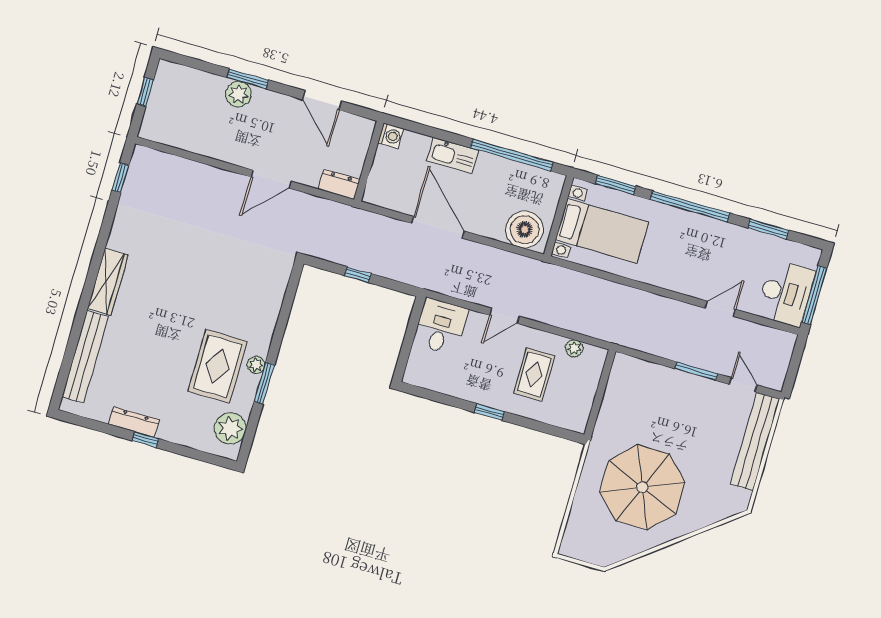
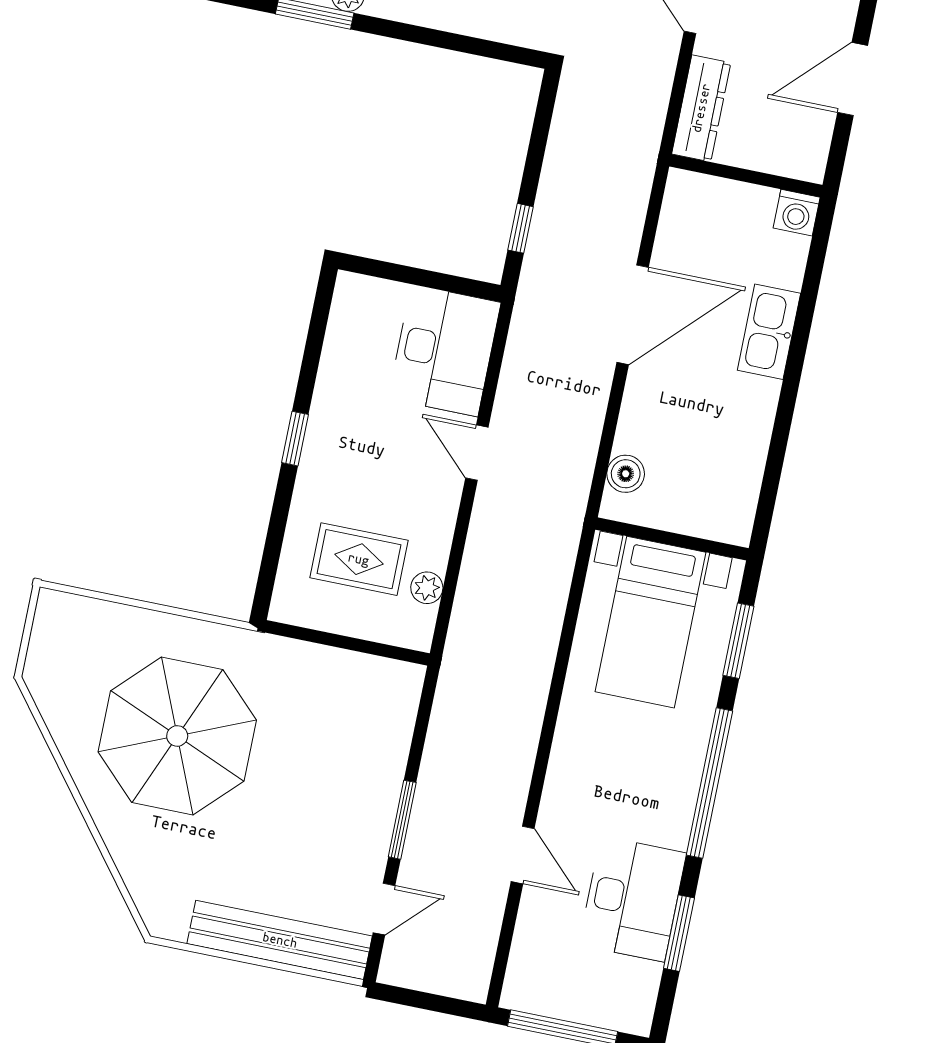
window: (512, 155) -> (779, 442), removed
dresser: (339, 184) -> (701, 108), width x1.44
boiler: (525, 229) -> (626, 474), width x0.54, depth x0.54
window: (358, 275) -> (520, 228), moved
desk: (786, 293) -> (633, 899), moved, turned -90
desk: (441, 326) -> (444, 350), width x1.37
rug: (534, 374) -> (359, 559), moved

